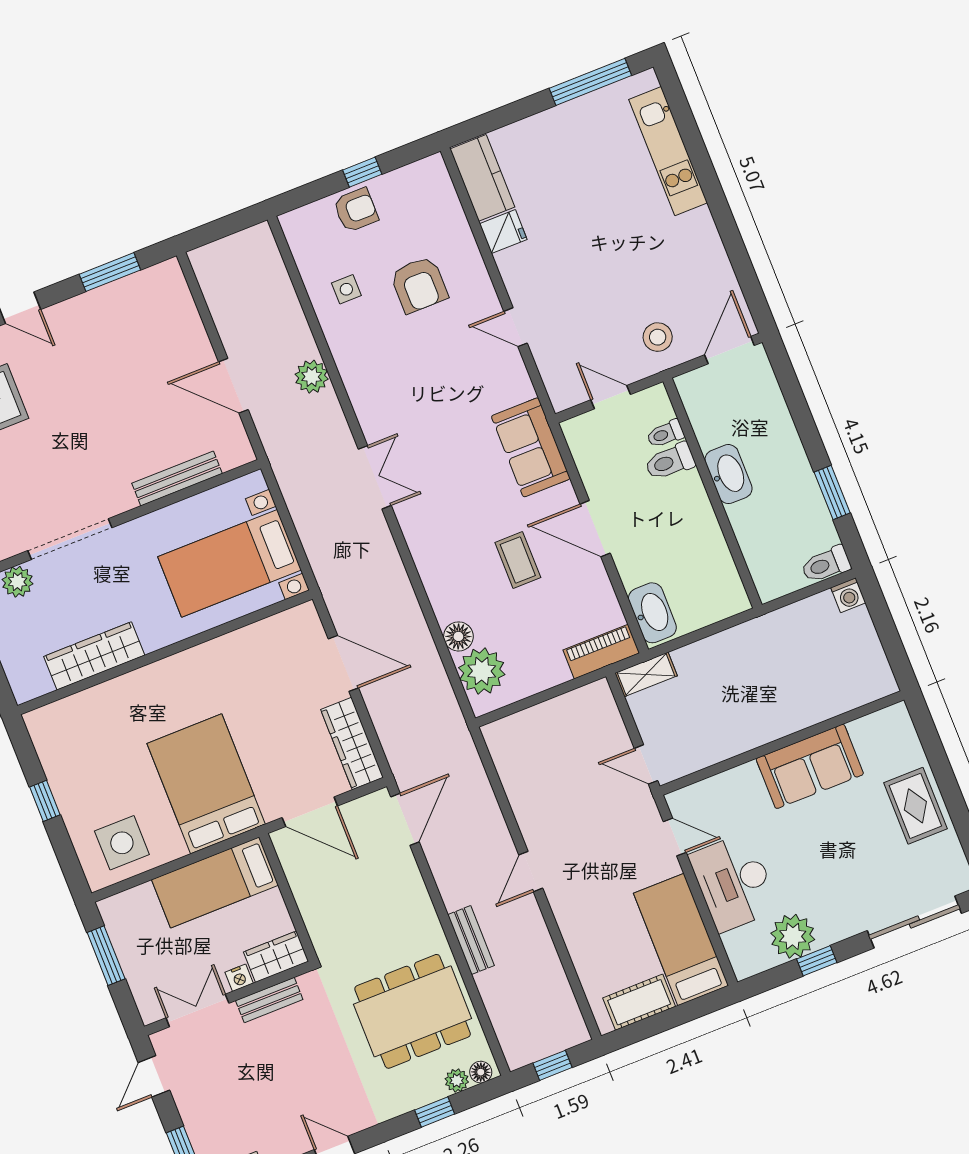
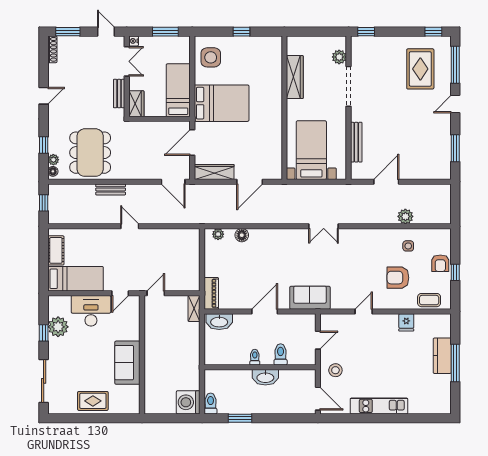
window: (590, 82) -> (455, 363), moved
kitchen unit: (668, 151) -> (379, 406), moved
kitchen counter: (482, 178) -> (442, 356), moved, turned 90
plant: (312, 377) -> (405, 216), moved
toilet: (665, 434) -> (255, 357), moved
coffee table: (518, 560) -> (429, 300), moved
washing machine: (848, 595) -> (188, 402), width x1.89, depth x1.89
plant: (482, 671) -> (218, 234), width x0.53, depth x0.53
nightstand: (239, 978) -> (134, 41), moved

